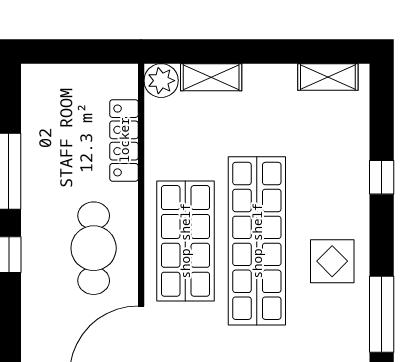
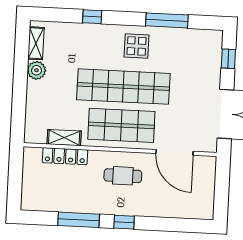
shelving: (211, 77) -> (64, 138), moved, turned 90
plant: (161, 81) -> (37, 70), moved
cafe table: (94, 248) -> (123, 176), width x0.73, depth x0.74

